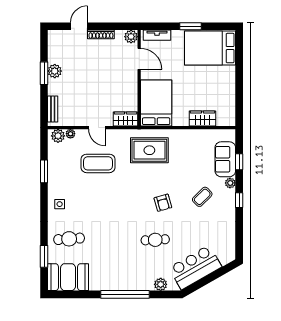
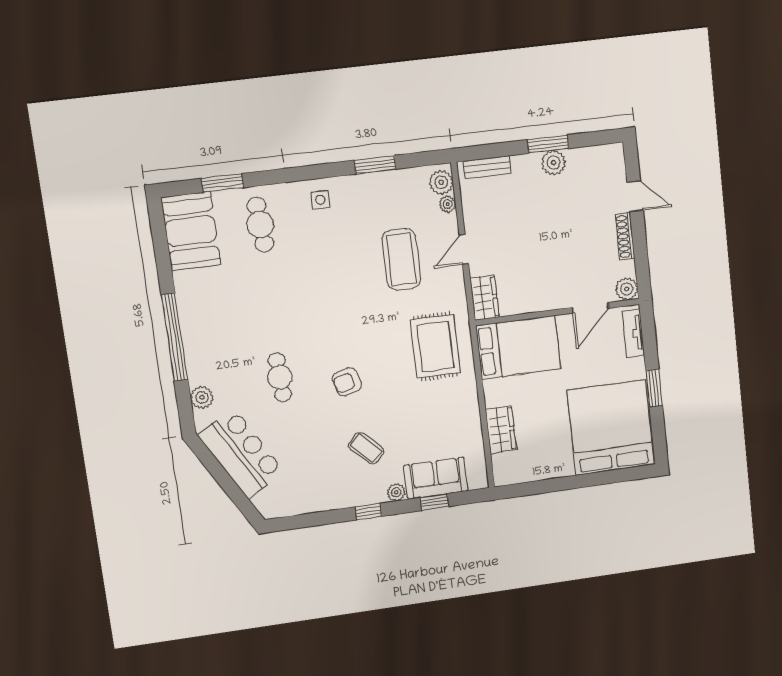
bed: (210, 48) -> (611, 427), width x1.36

